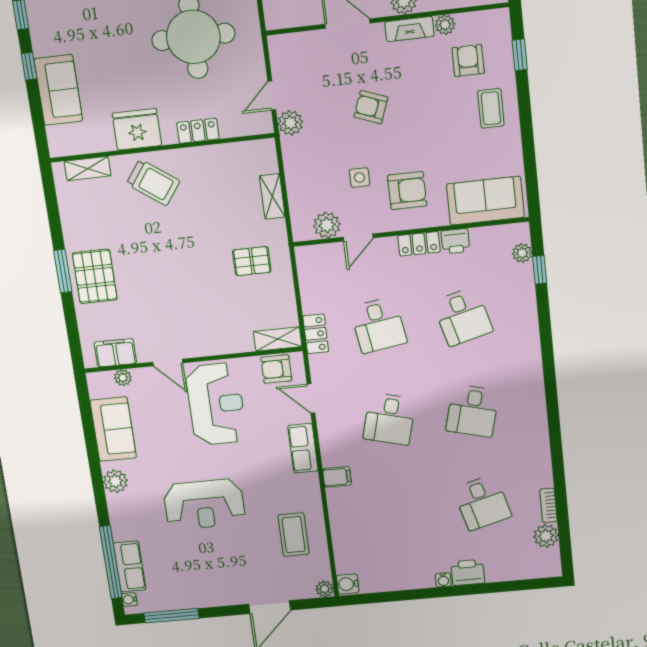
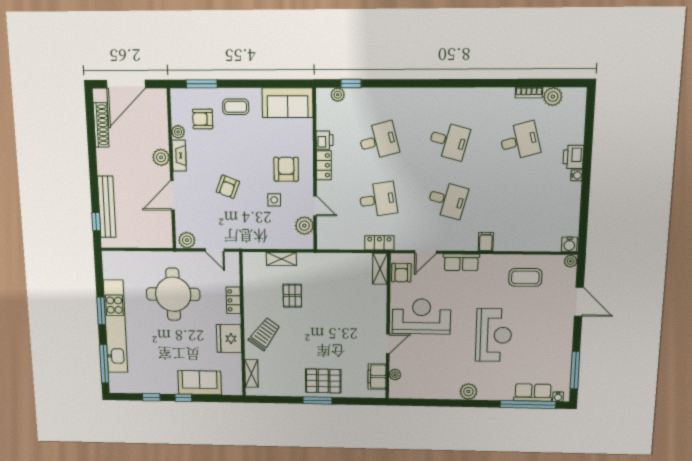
window: (520, 55) -> (202, 84), width x1.50
plant: (290, 123) -> (187, 240), moved
sofa: (485, 201) -> (288, 103), moved, turned -90
pallet: (252, 261) -> (292, 296), moved
sofa: (113, 429) -> (431, 387), removed

